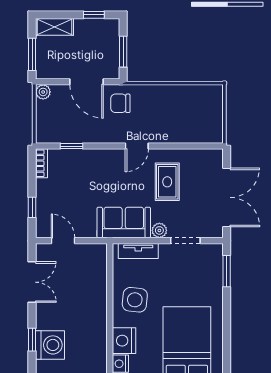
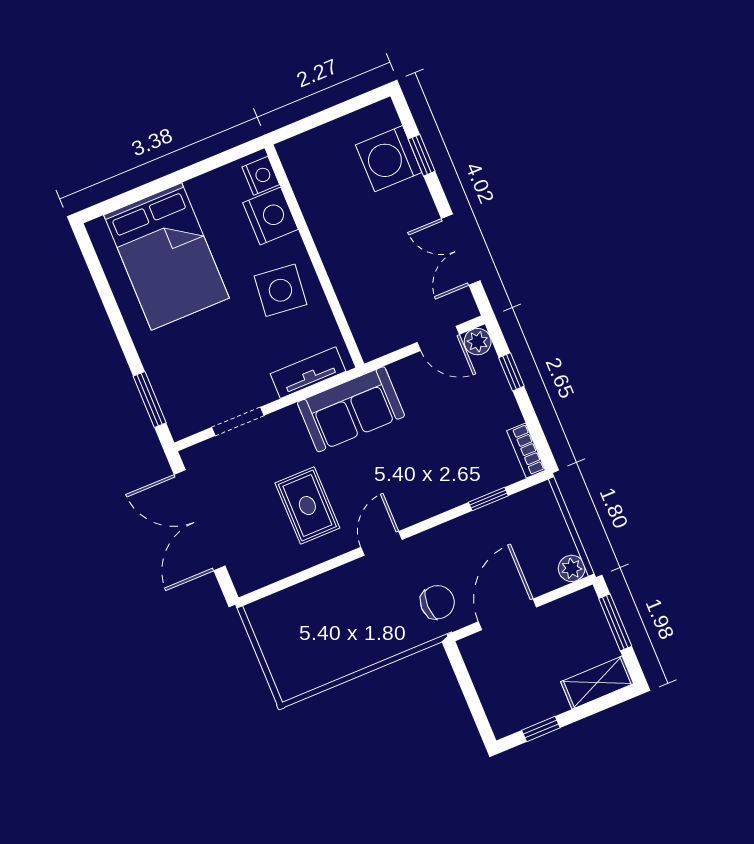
window: (123, 52) -> (468, 689), removed
door: (87, 82) -> (507, 614), hinge flipped
plant: (159, 230) -> (478, 342), moved

